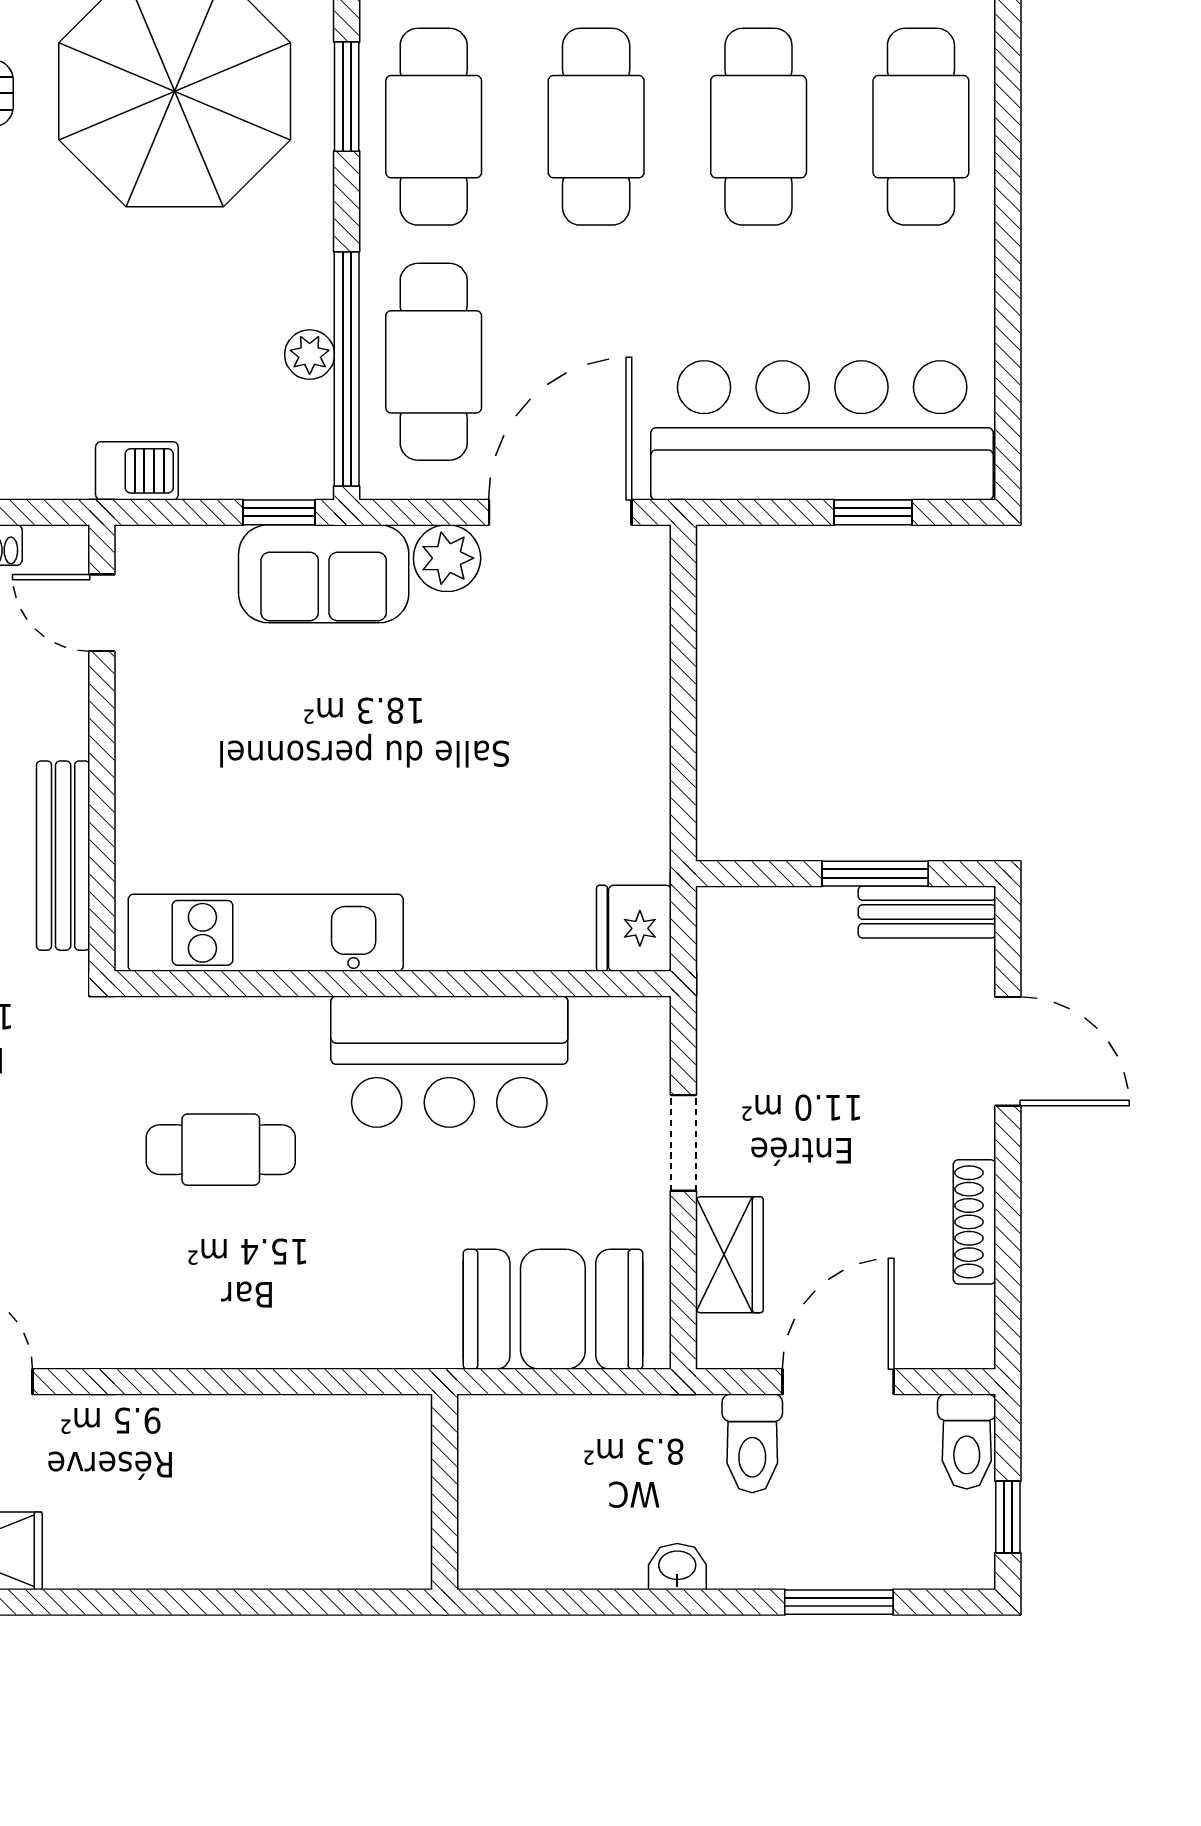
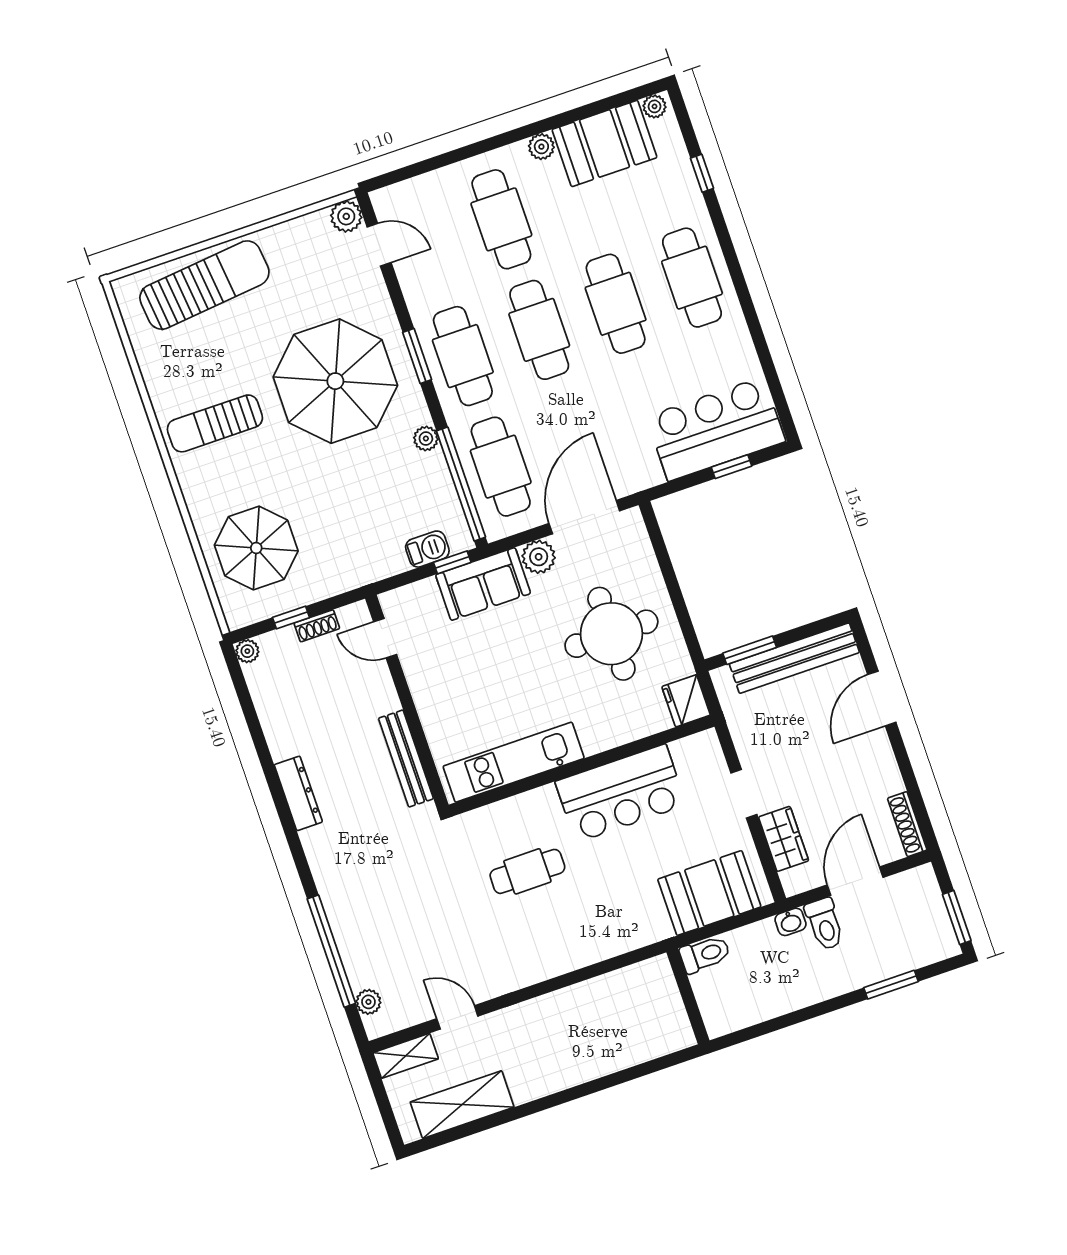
plant: (310, 355) -> (426, 439), moved
bar counter: (822, 430) -> (716, 429), width x0.73
barbecue: (137, 471) -> (427, 549), moved
round table: (536, 752) -> (611, 634), added
window: (875, 874) -> (750, 650), moved
bench: (927, 912) -> (794, 658), width x1.86, depth x1.21
door: (1008, 1051) -> (882, 698), swing flipped
shoe rack: (974, 1222) -> (907, 824), moved
toilet: (967, 1442) -> (705, 954), moved, turned -90
window: (1008, 1517) -> (957, 917), width x1.50
washbasin: (677, 1567) -> (790, 922), moved, turned 180

